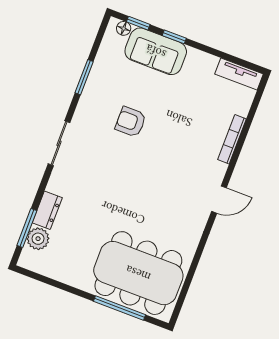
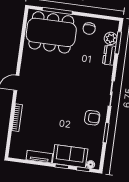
tv unit: (239, 74) -> (39, 157), moved
armchair: (131, 122) -> (92, 118), moved
chair: (71, 264) -> (89, 29), added

